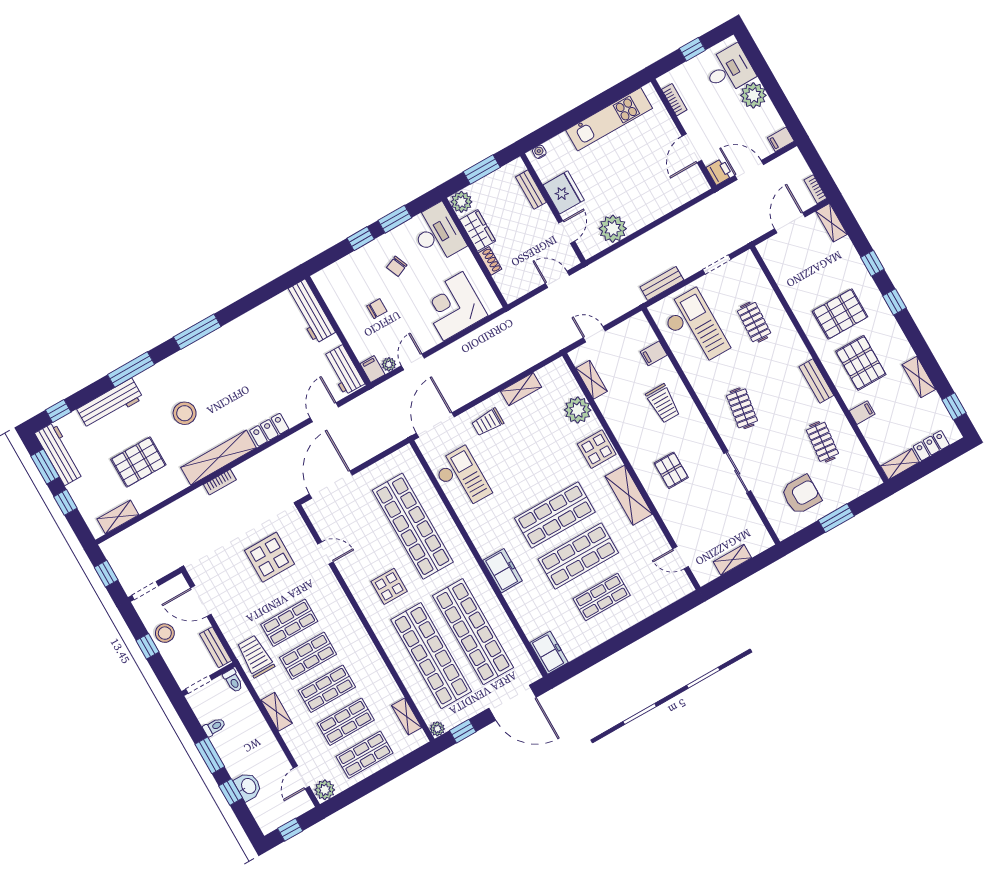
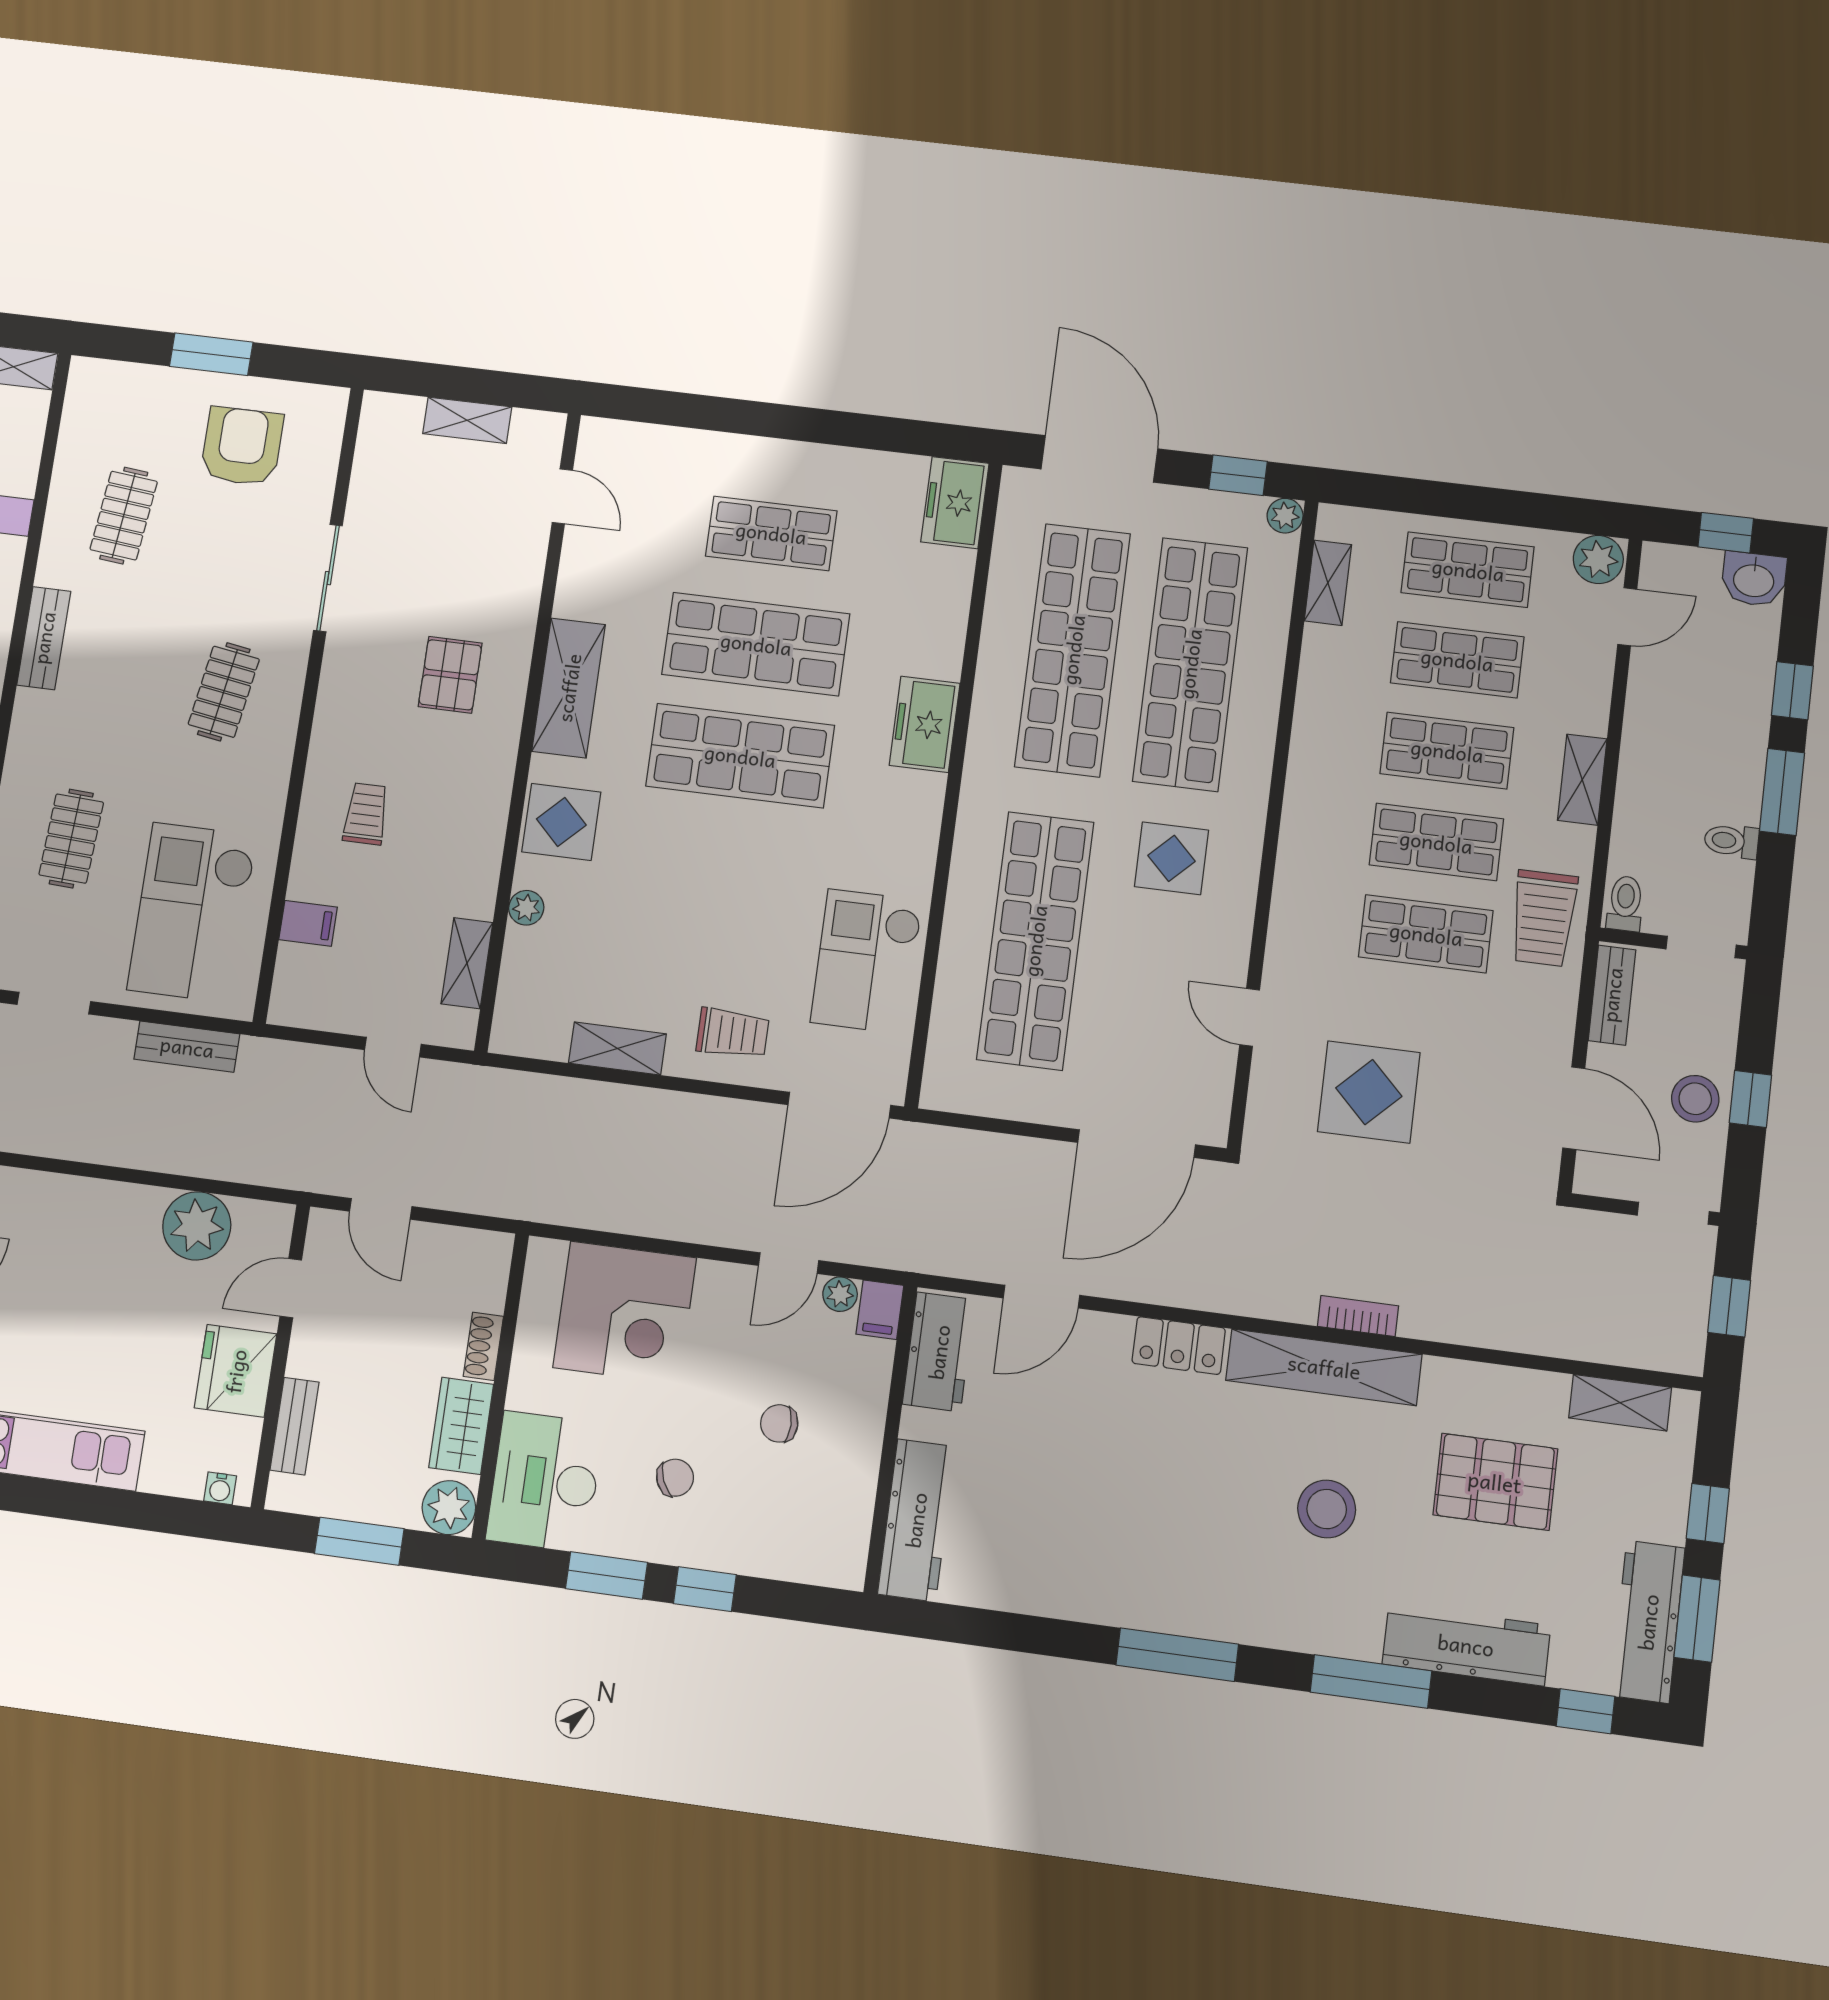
trolley: (663, 403) -> (366, 814), width x0.73, depth x0.72
plant: (578, 410) -> (526, 908), width x0.53, depth x0.53
armchair: (801, 495) -> (242, 446), turned 90
washbasin: (248, 786) -> (1754, 579), moved, turned -90

